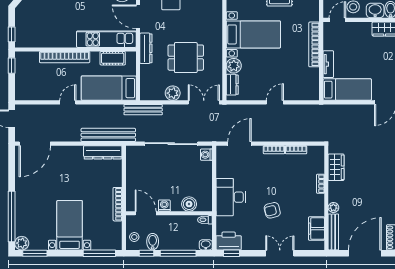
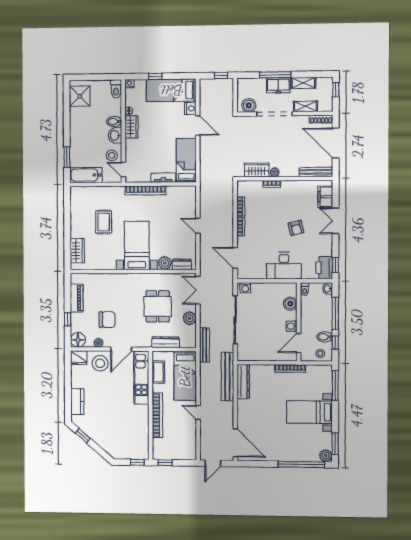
dresser: (146, 48) -> (165, 342), moved
plant: (333, 208) -> (275, 172), moved
filing cabinet: (316, 229) -> (325, 197), moved, turned 90

